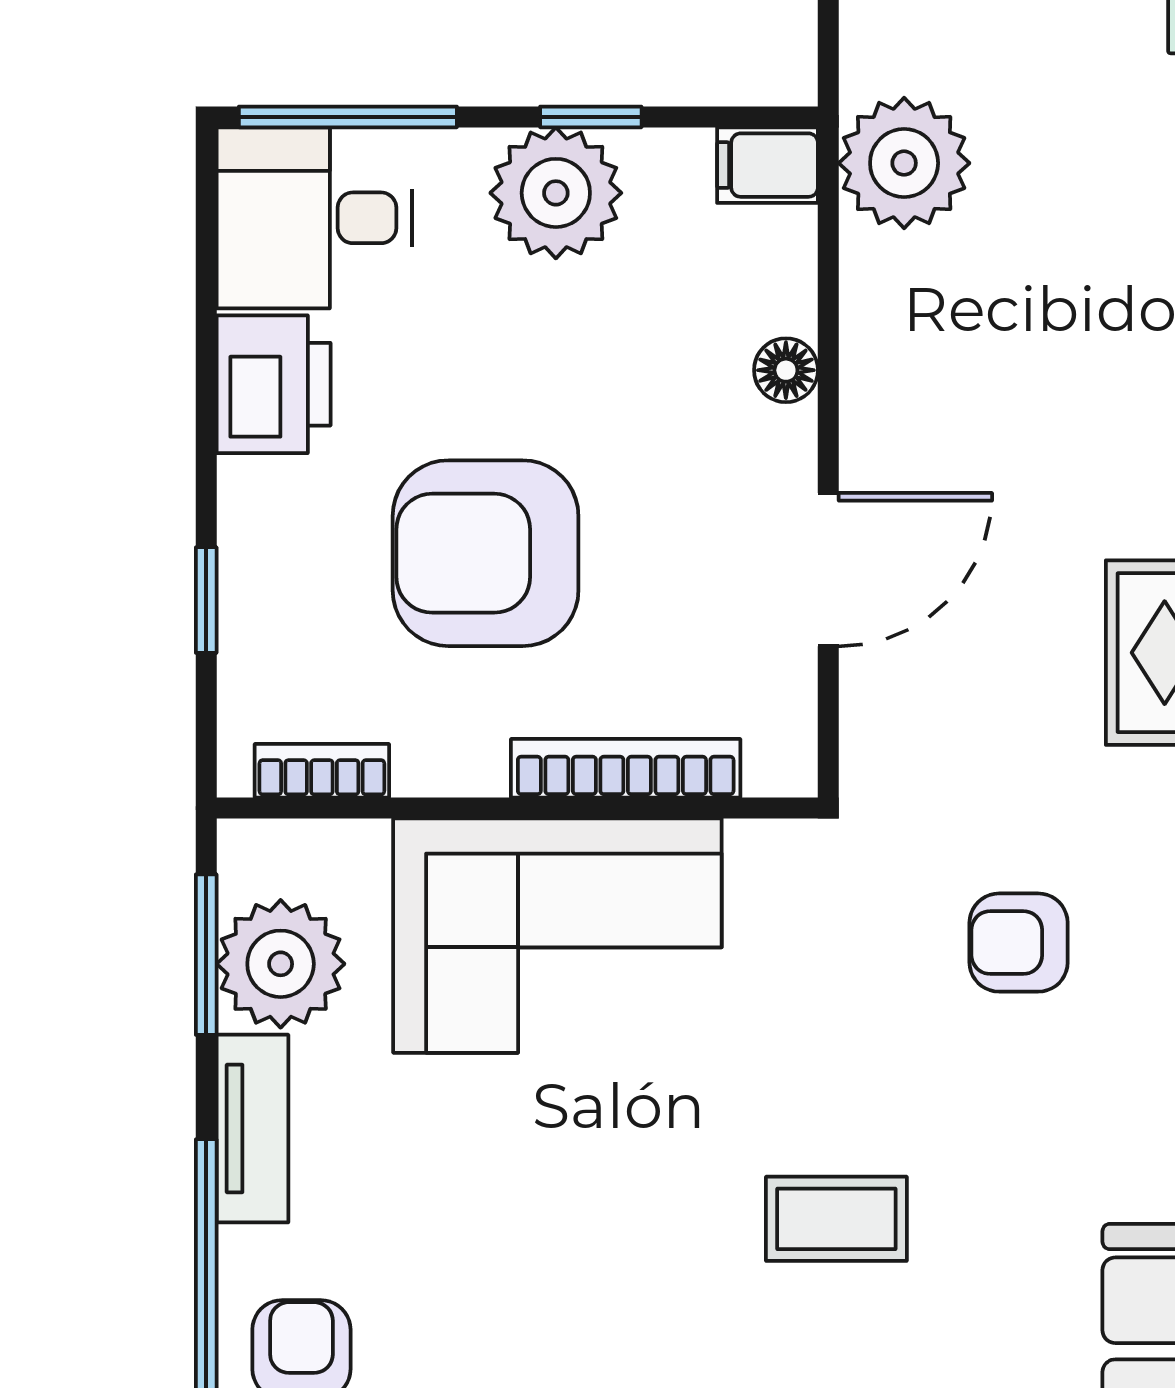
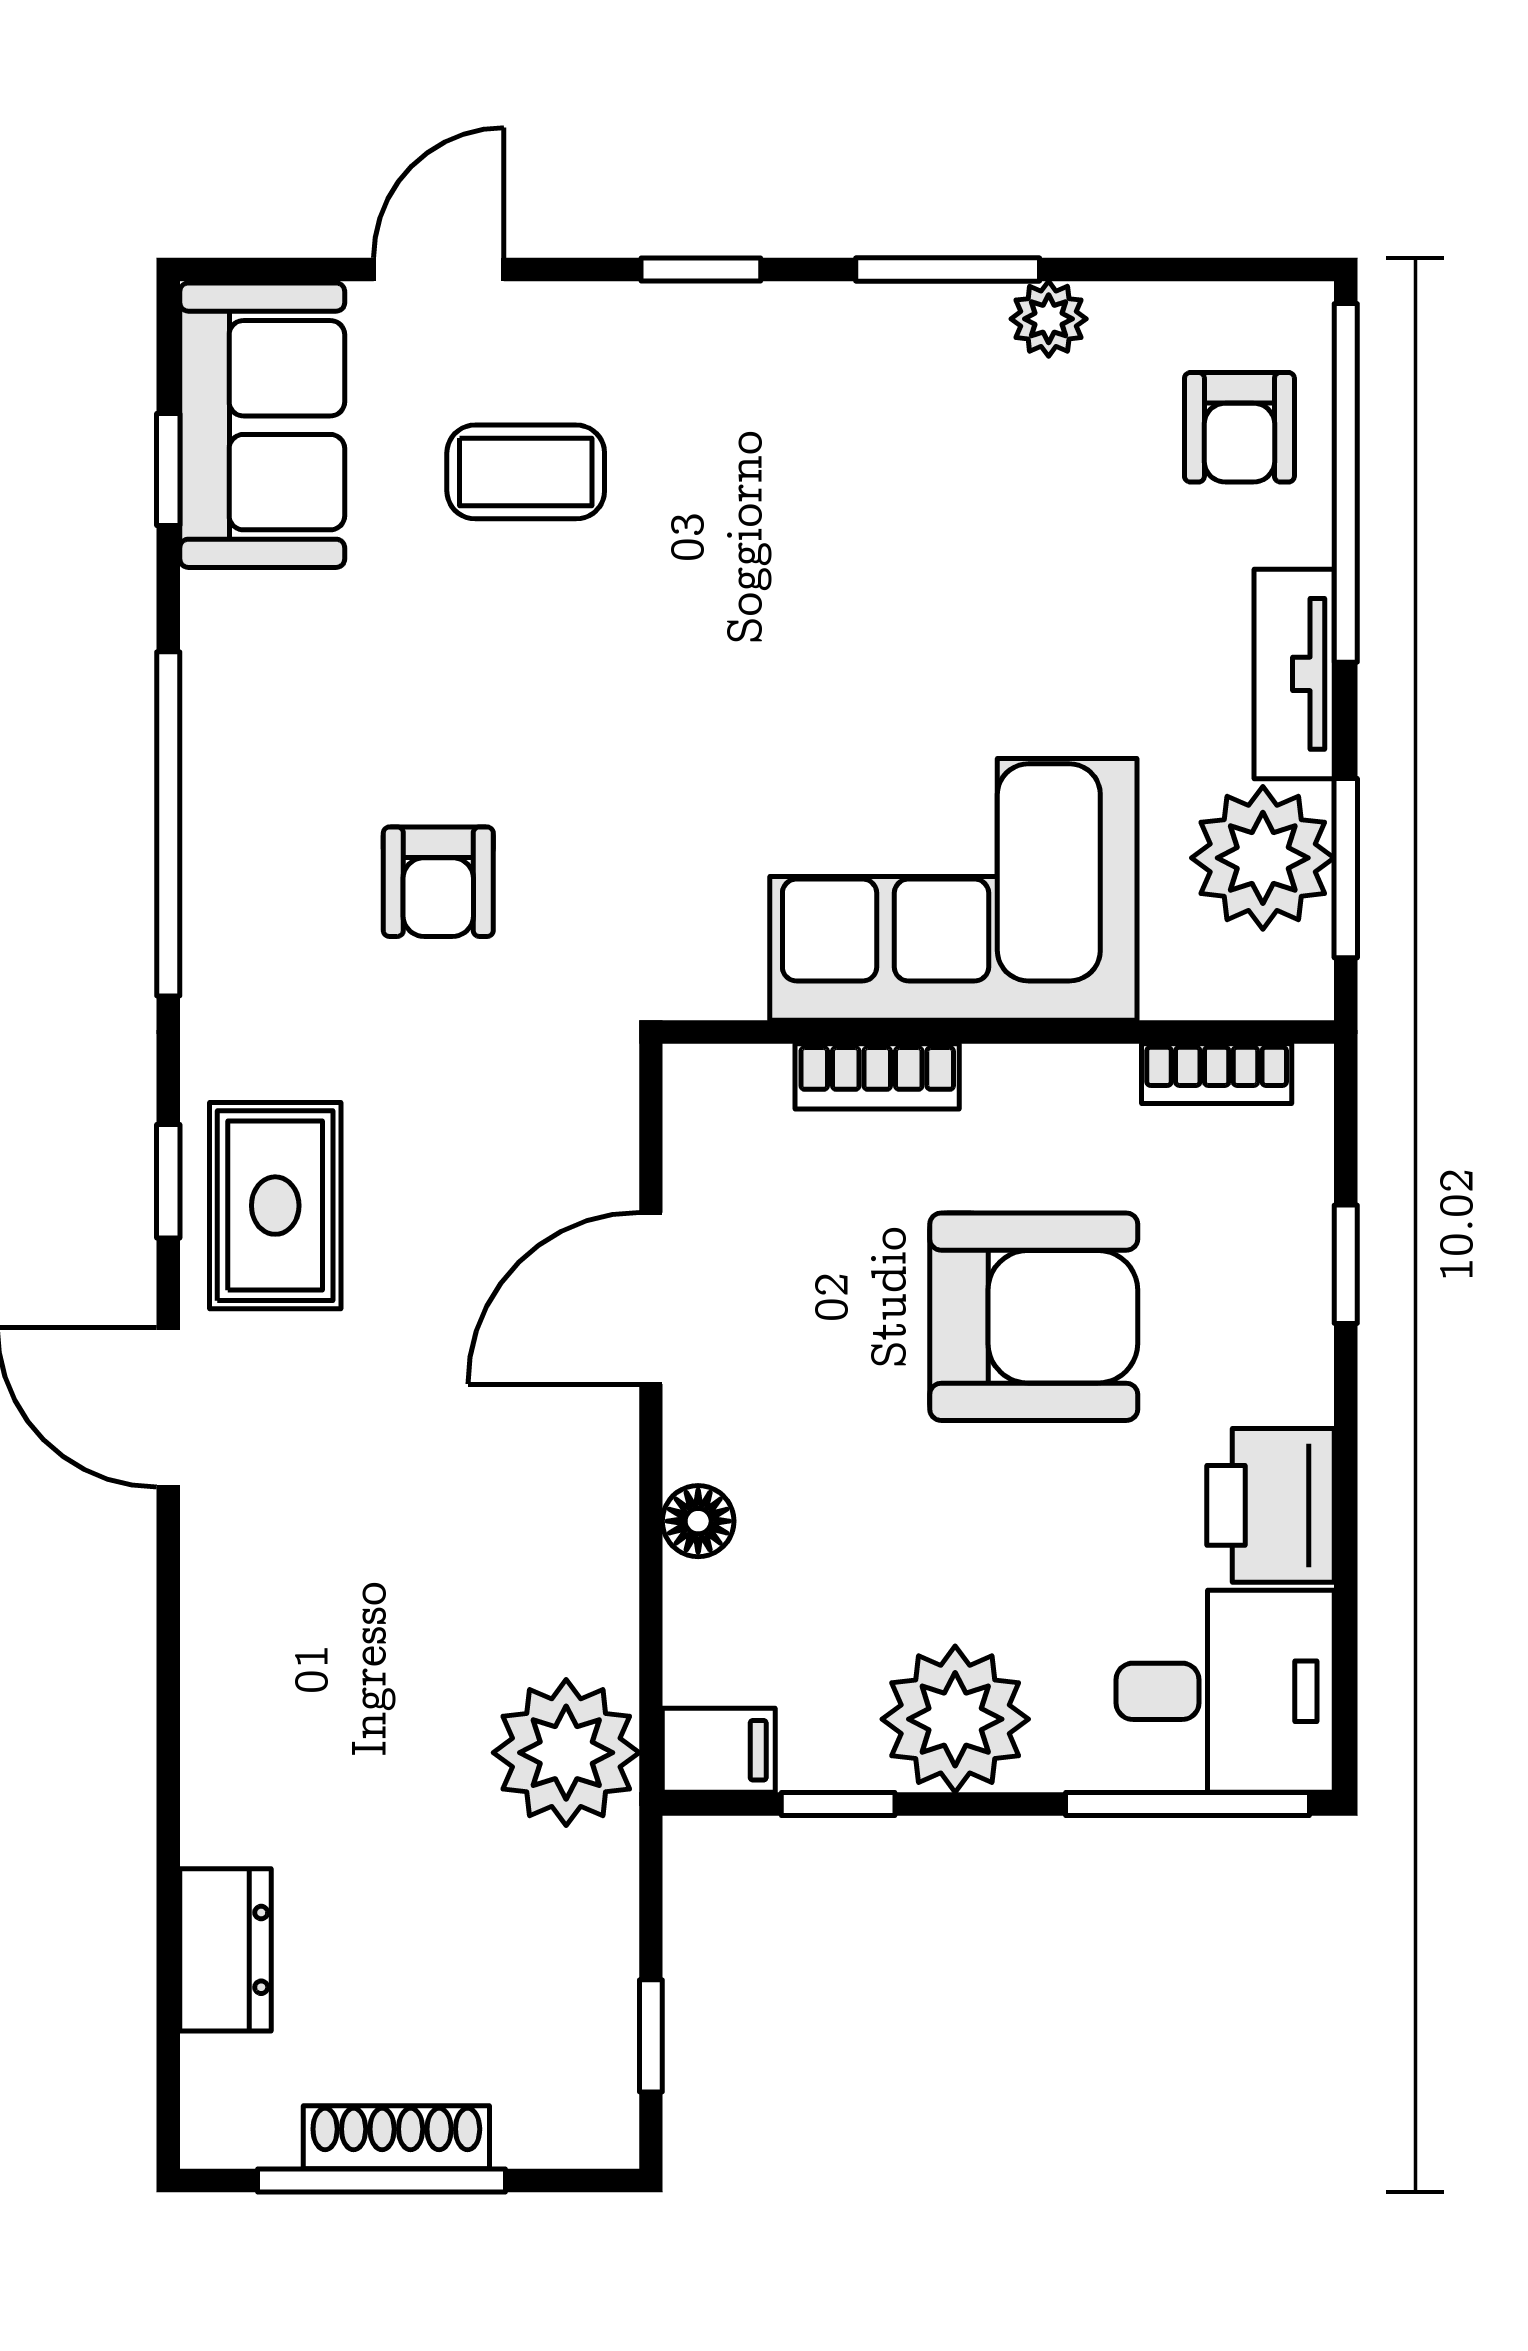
window: (591, 117) -> (838, 1804), moved
bookcase: (626, 768) -> (877, 1076), width x0.64
armchair: (1019, 943) -> (438, 882), turned 90
coffee table: (836, 1219) -> (526, 472), moved

